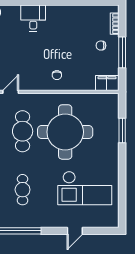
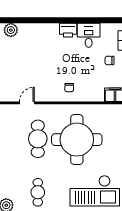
printer: (56, 12) -> (68, 30), added
desk: (33, 18) -> (89, 35), moved

